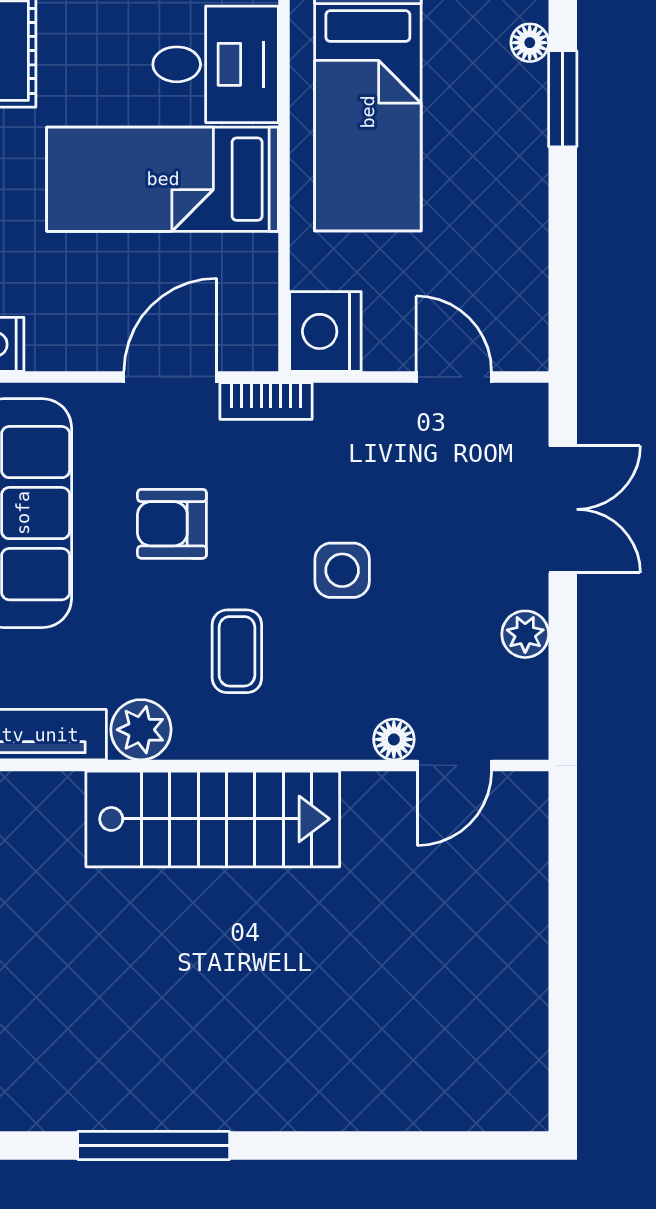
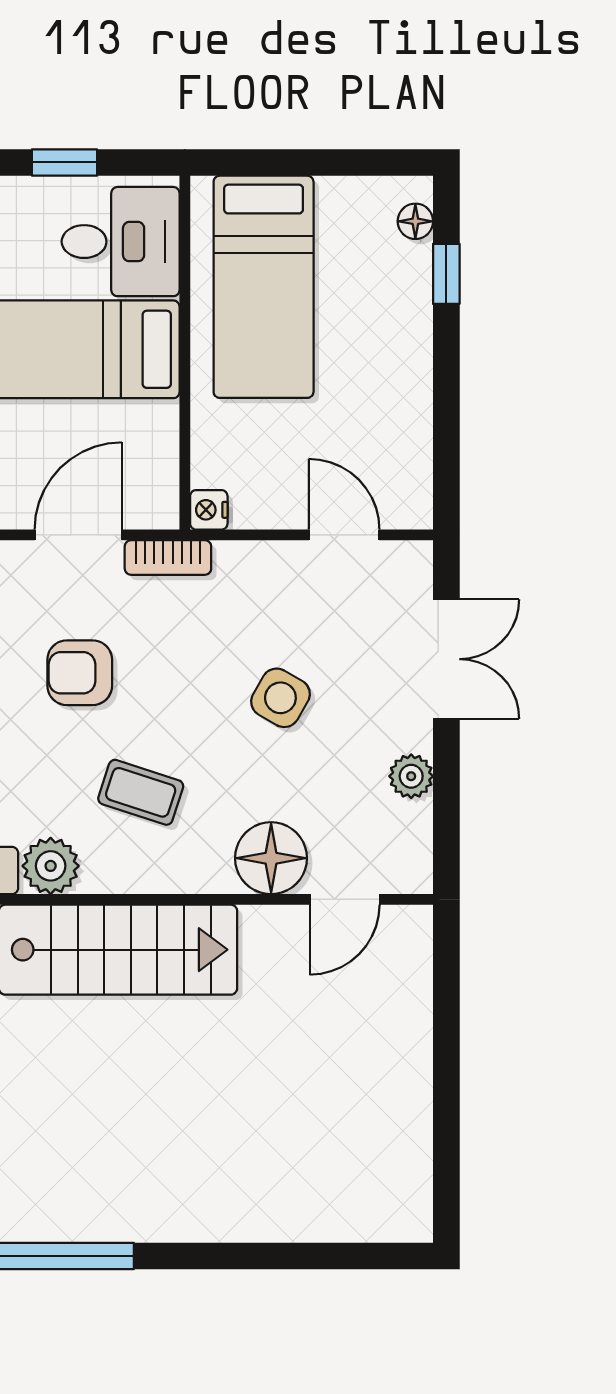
window: (563, 99) -> (446, 274), width x0.67
nightstand: (325, 331) -> (209, 510), width x0.53, depth x0.56
side table: (342, 570) -> (280, 698), moved, turned 30
coffee table: (237, 651) -> (141, 792), turned -72
floor lamp: (394, 739) -> (271, 858), width x1.89, depth x1.89

